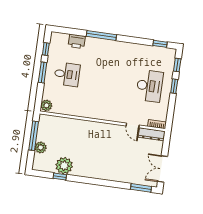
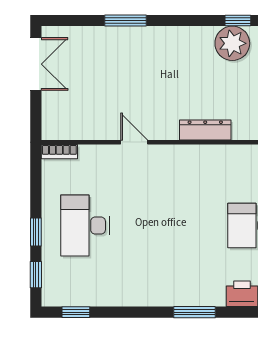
window: (101, 36) -> (195, 312), width x0.69
door: (133, 125) -> (134, 142), moved
dresser: (151, 134) -> (205, 130), moved
window: (141, 188) -> (125, 21), moved

